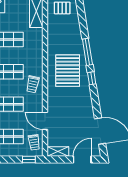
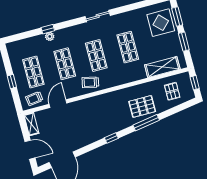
window: (87, 52) -> (146, 123), moved
pallet: (68, 71) -> (142, 106), moved, width x0.73, depth x0.71
window: (29, 160) -> (12, 82), moved

